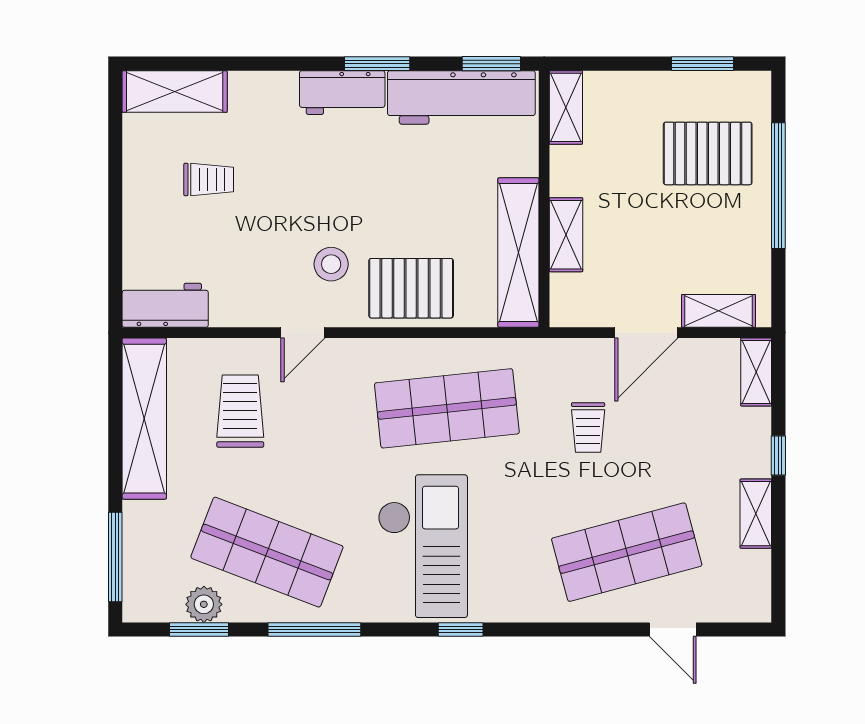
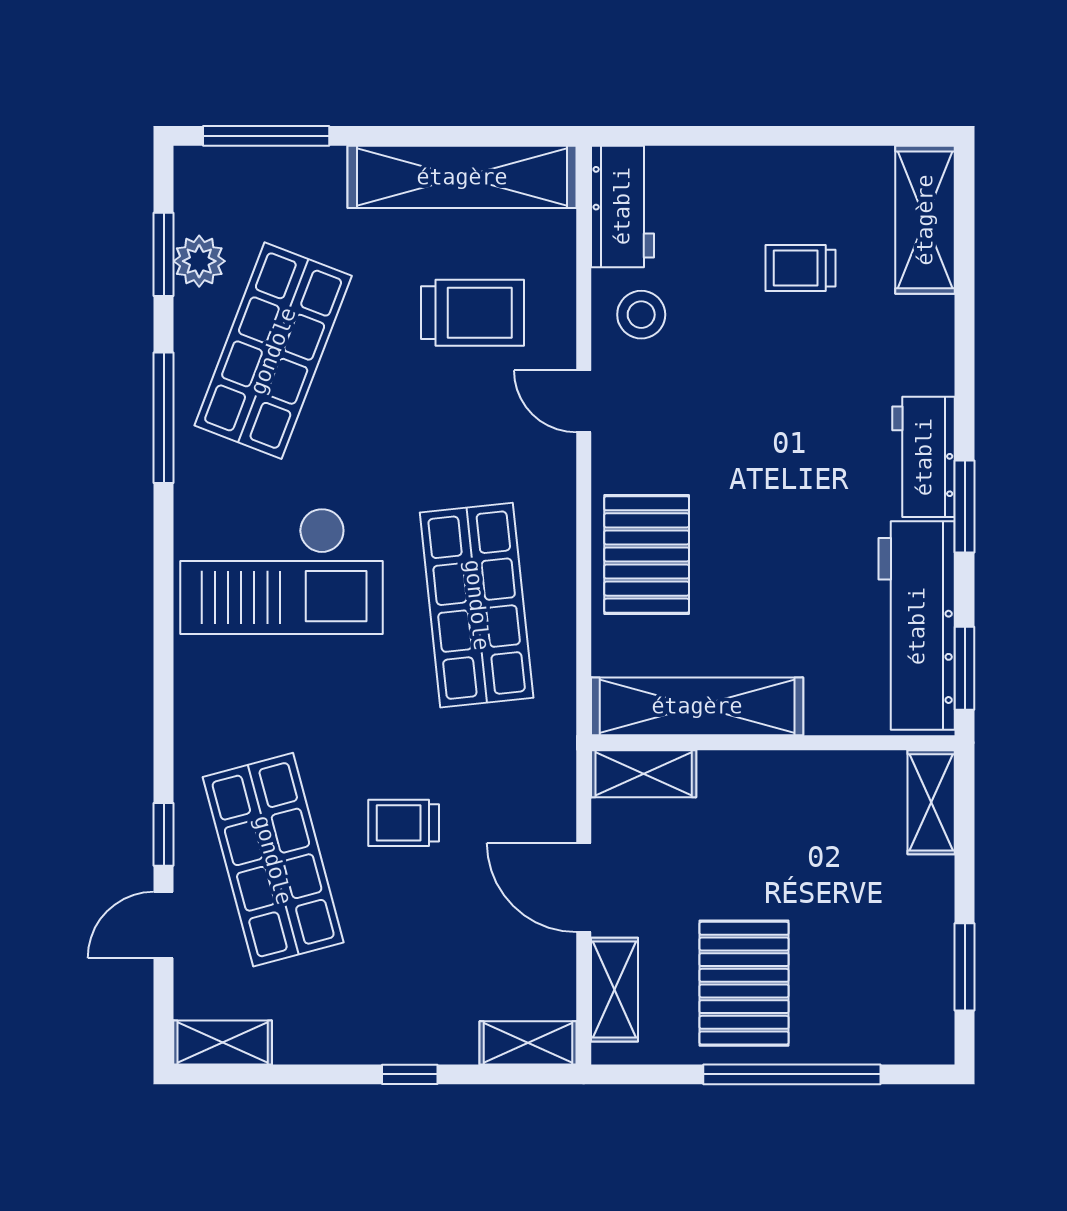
shelving: (566, 107) -> (931, 802), moved, turned 90
pallet: (708, 153) -> (744, 983), moved
trolley: (209, 179) -> (801, 268), turned 90
shelving: (566, 235) -> (644, 774), moved
stool: (331, 264) -> (641, 315), moved
trolley: (588, 427) -> (404, 823), moved
shelving: (756, 514) -> (223, 1042), moved
window: (461, 630) -> (164, 834), moved

